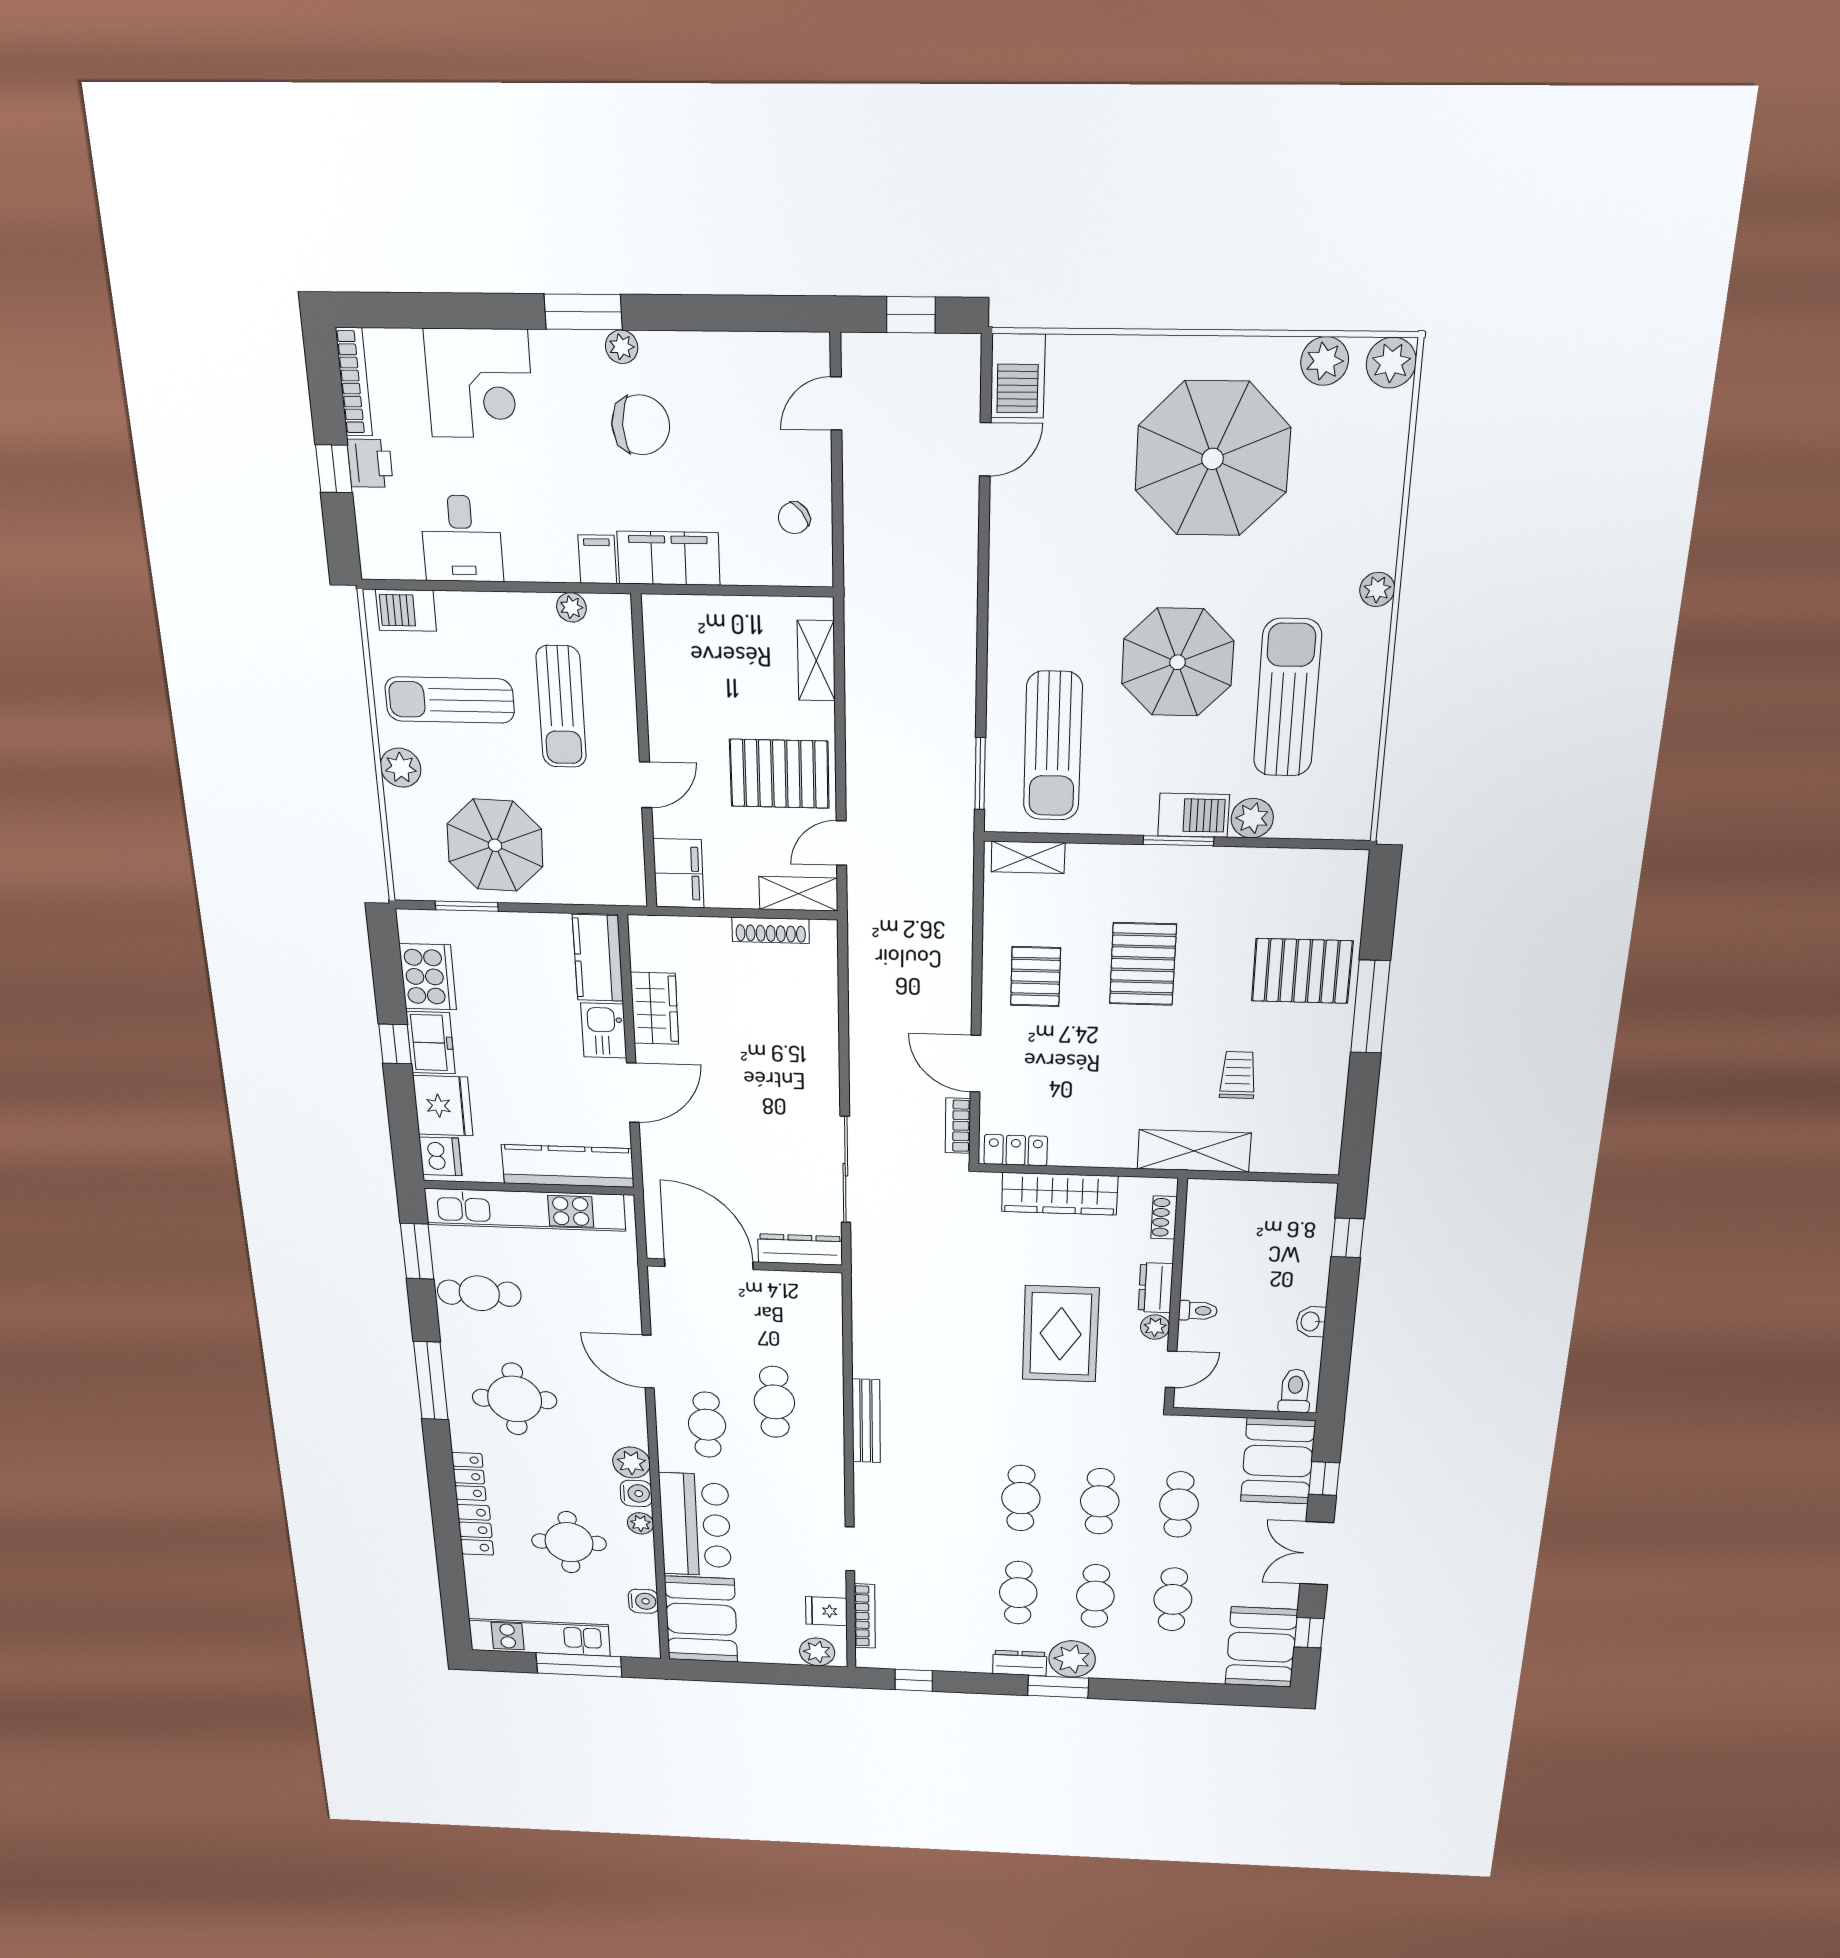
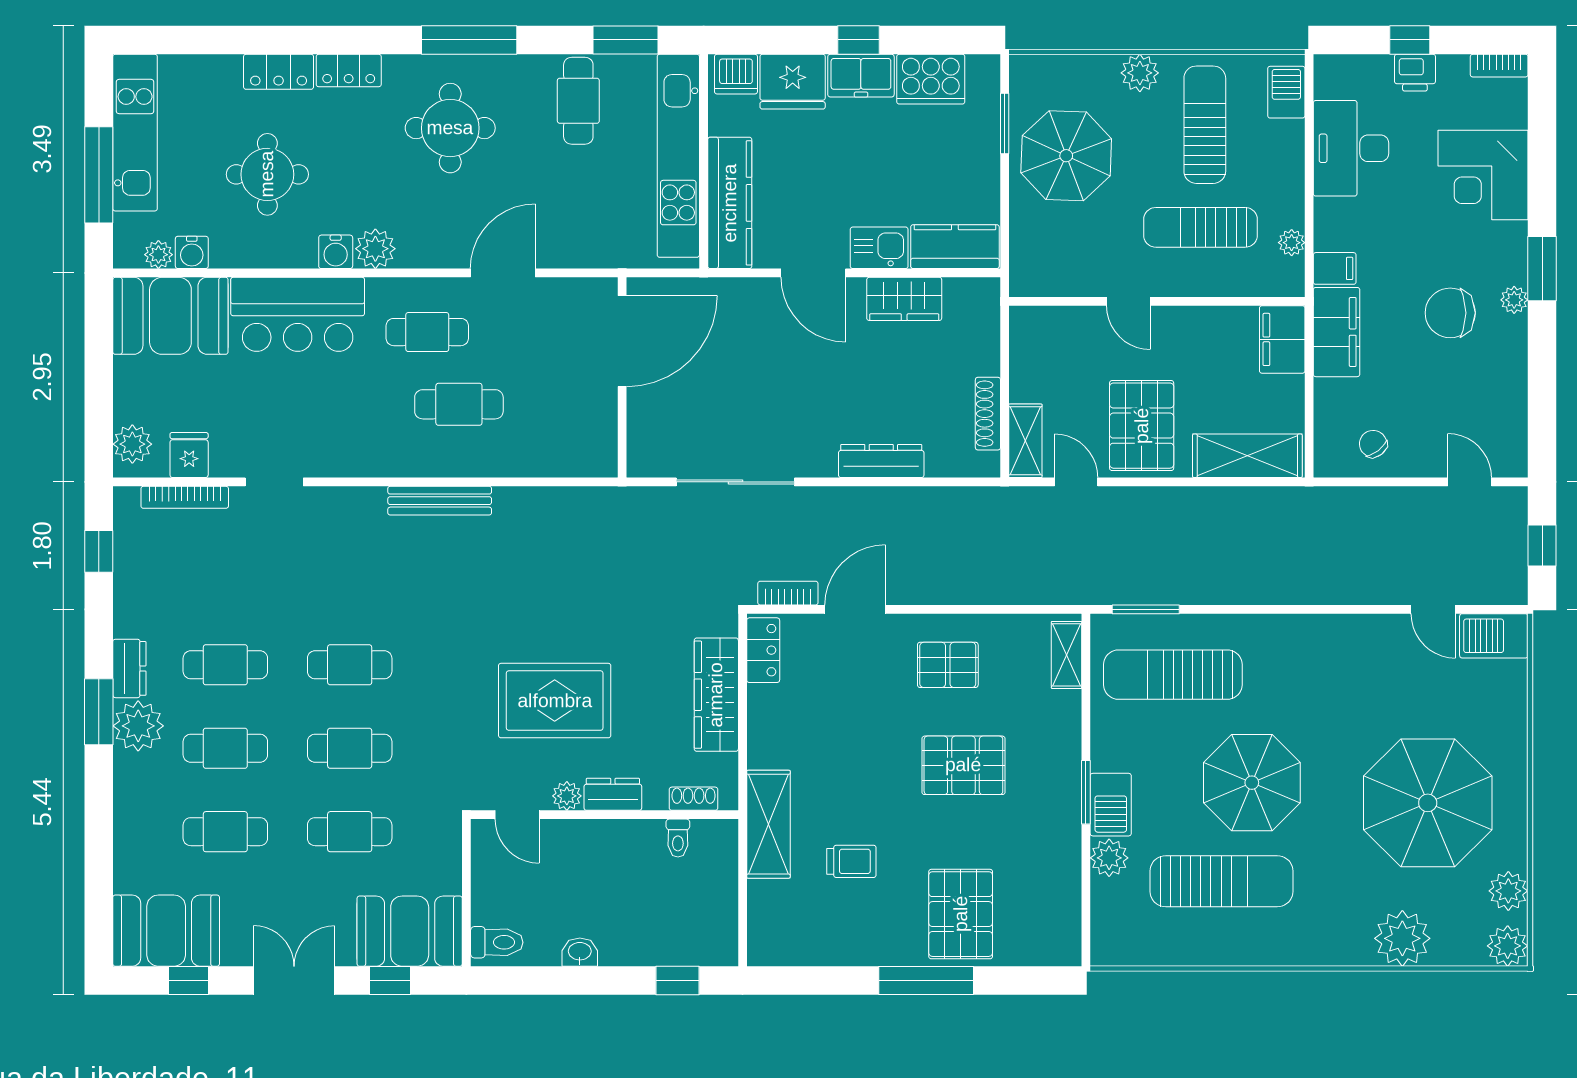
bookcase: (354, 382) -> (1499, 66), width x0.64
chair: (641, 425) -> (1450, 313), turned 90
desk: (462, 539) -> (1351, 148), width x1.37
plant: (1377, 589) -> (1402, 938), moved, width x1.88, depth x1.88
shelving: (816, 661) -> (1247, 456), width x1.50, depth x1.33
filing cabinet: (678, 873) -> (1282, 339), moved, turned 90
dresser: (800, 1249) -> (881, 461), moved, turned -90
toilet: (1198, 1311) -> (678, 838), moved
plant: (641, 1523) -> (158, 255), moved

